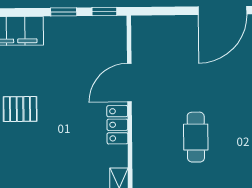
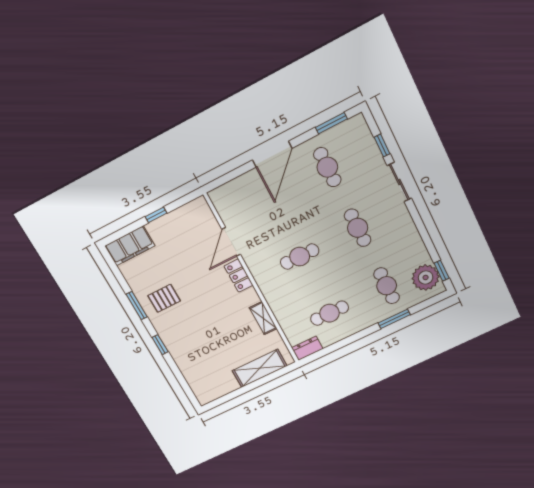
window: (104, 12) -> (185, 200), removed
cafe table: (196, 137) -> (300, 257), turned 90

